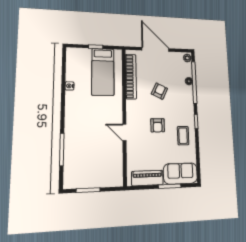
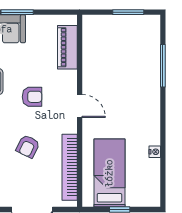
armchair: (158, 125) -> (32, 97), turned 90
door: (124, 132) -> (80, 106), moved
piano: (147, 178) -> (67, 47), moved, turned 90

